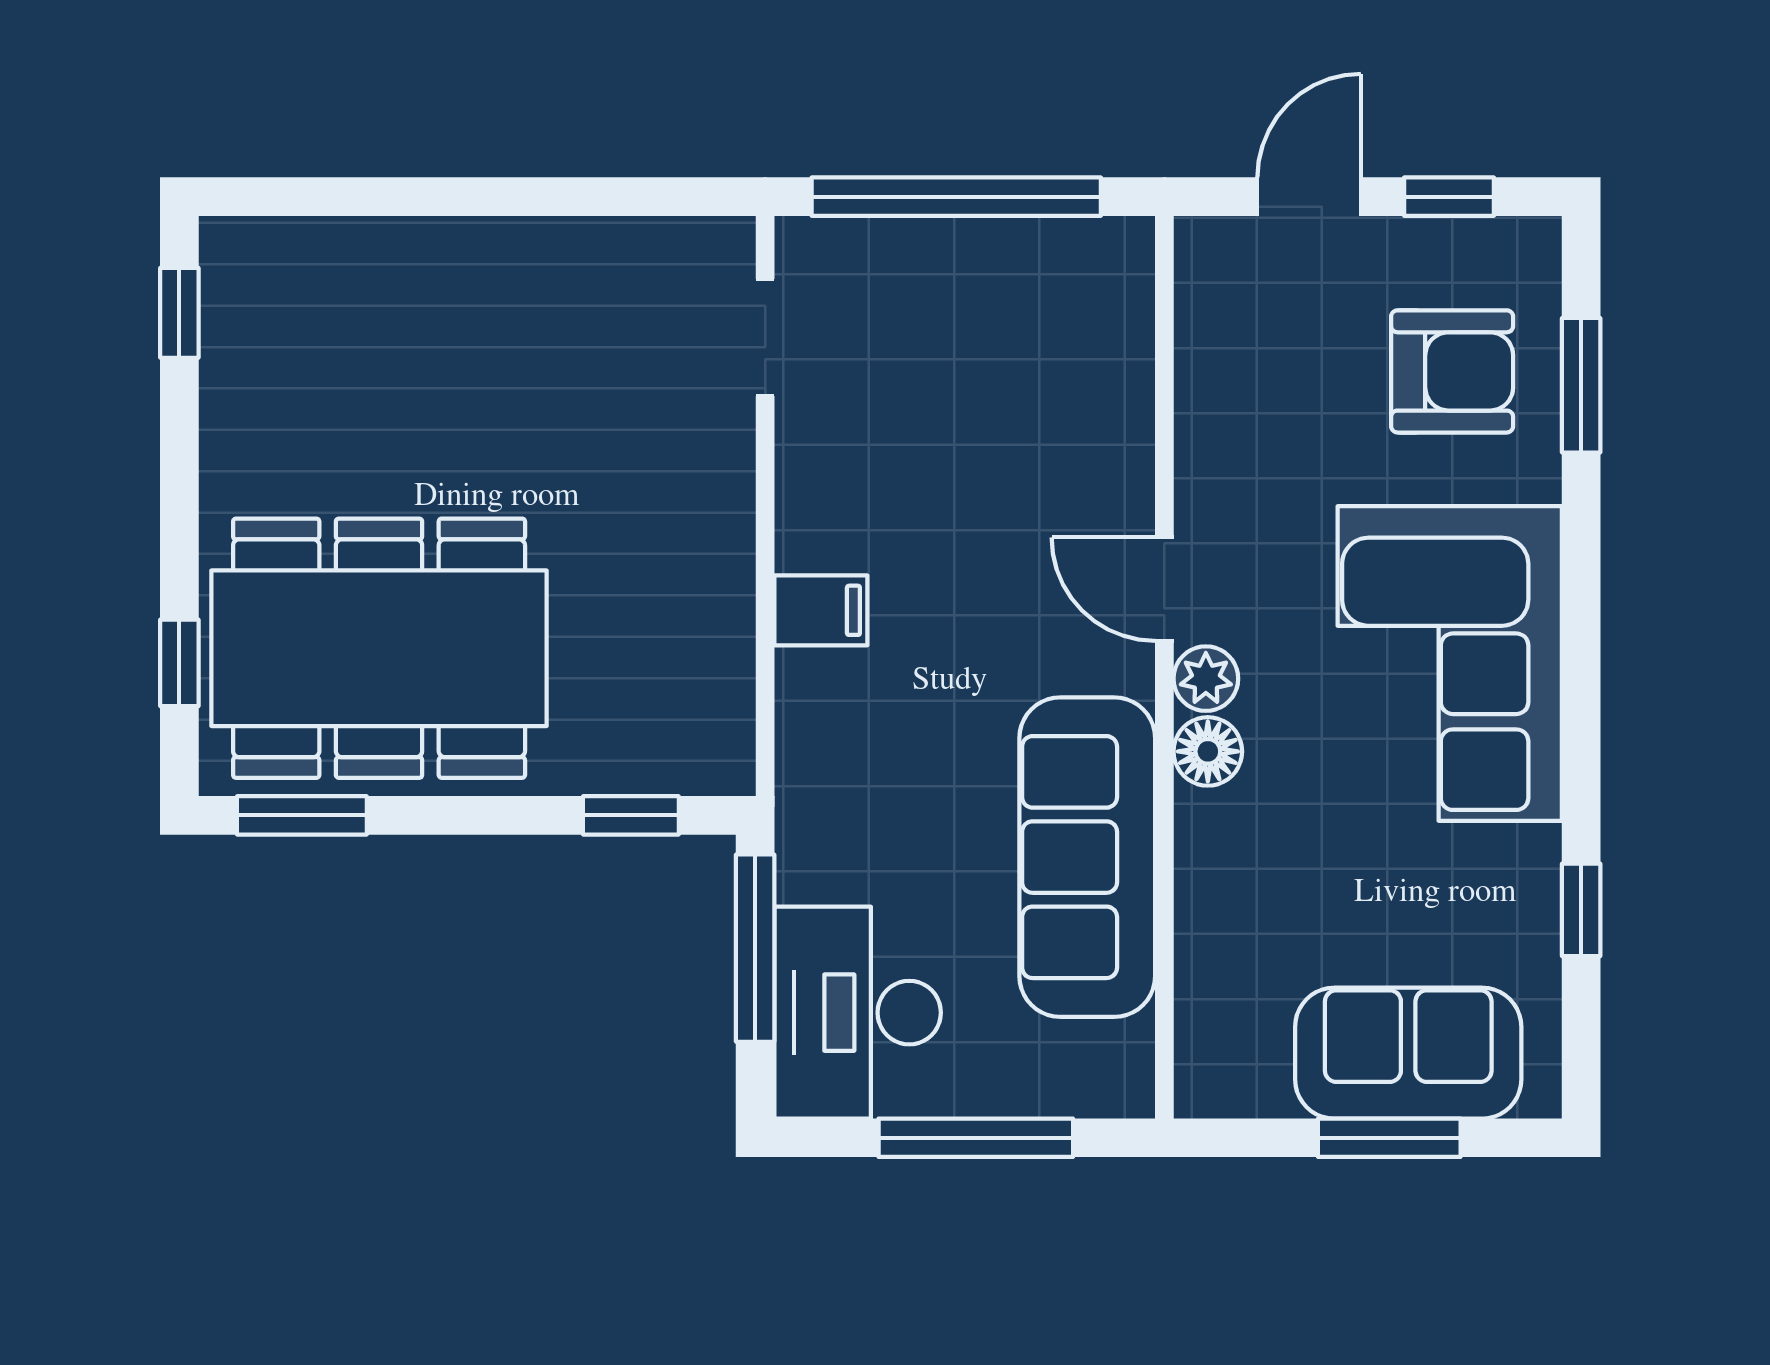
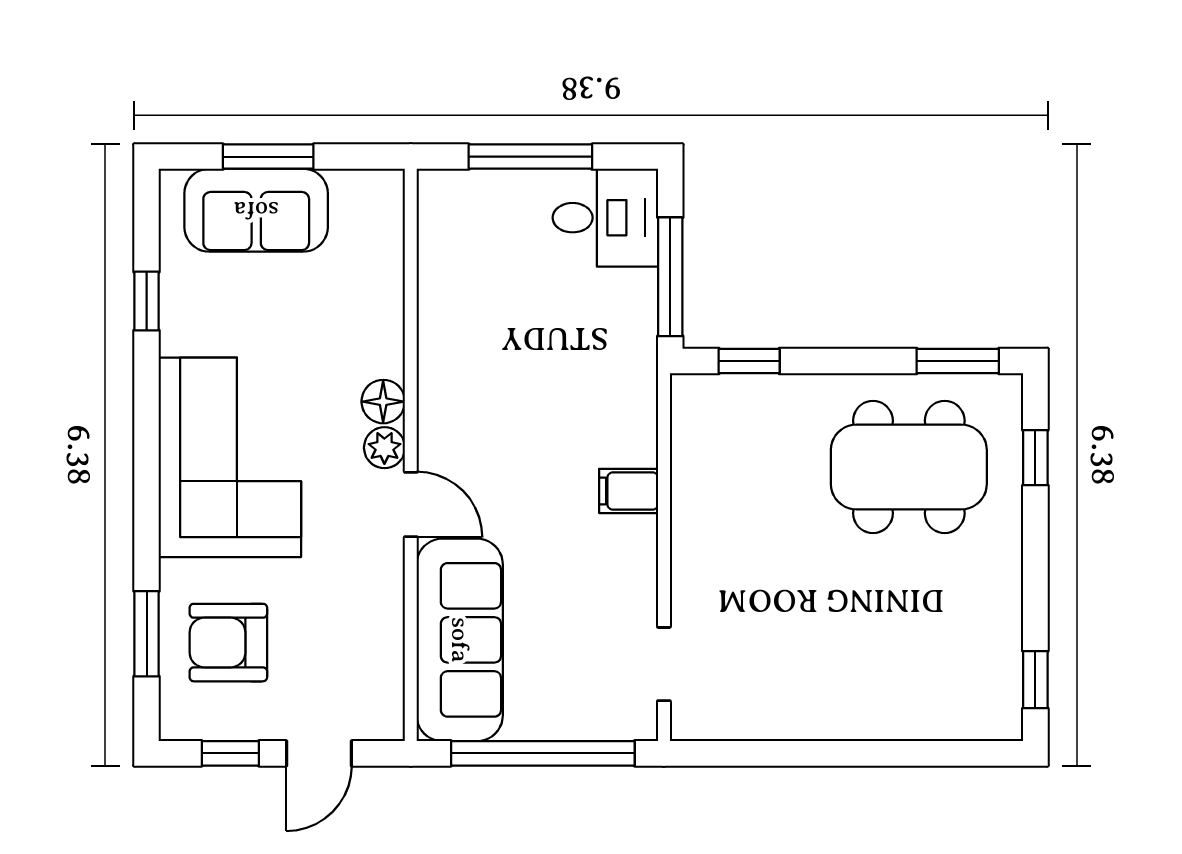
dining table: (379, 648) -> (909, 467), width x0.73, depth x0.80
sofa: (1087, 857) -> (460, 640), moved
desk: (858, 1013) -> (605, 218), width x0.73

